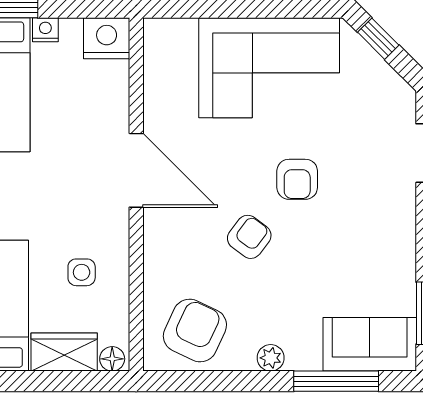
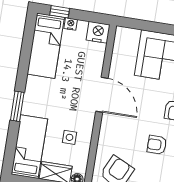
armchair: (249, 237) -> (157, 145), moved, turned -127

